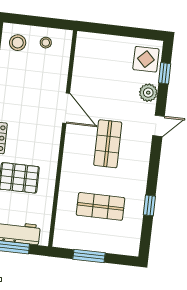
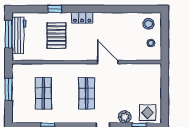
door: (66, 108) -> (108, 62), swing flipped
shop shelf: (108, 144) -> (87, 93), turned 90

